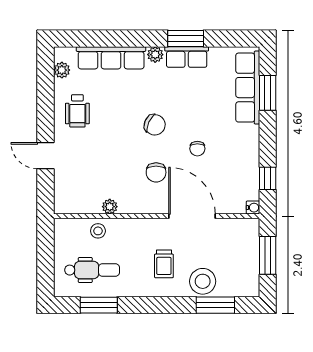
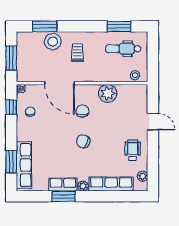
chair: (197, 149) -> (30, 112), moved
plant: (110, 207) -> (108, 93), width x1.88, depth x1.88
stool: (98, 231) -> (135, 75), moved

